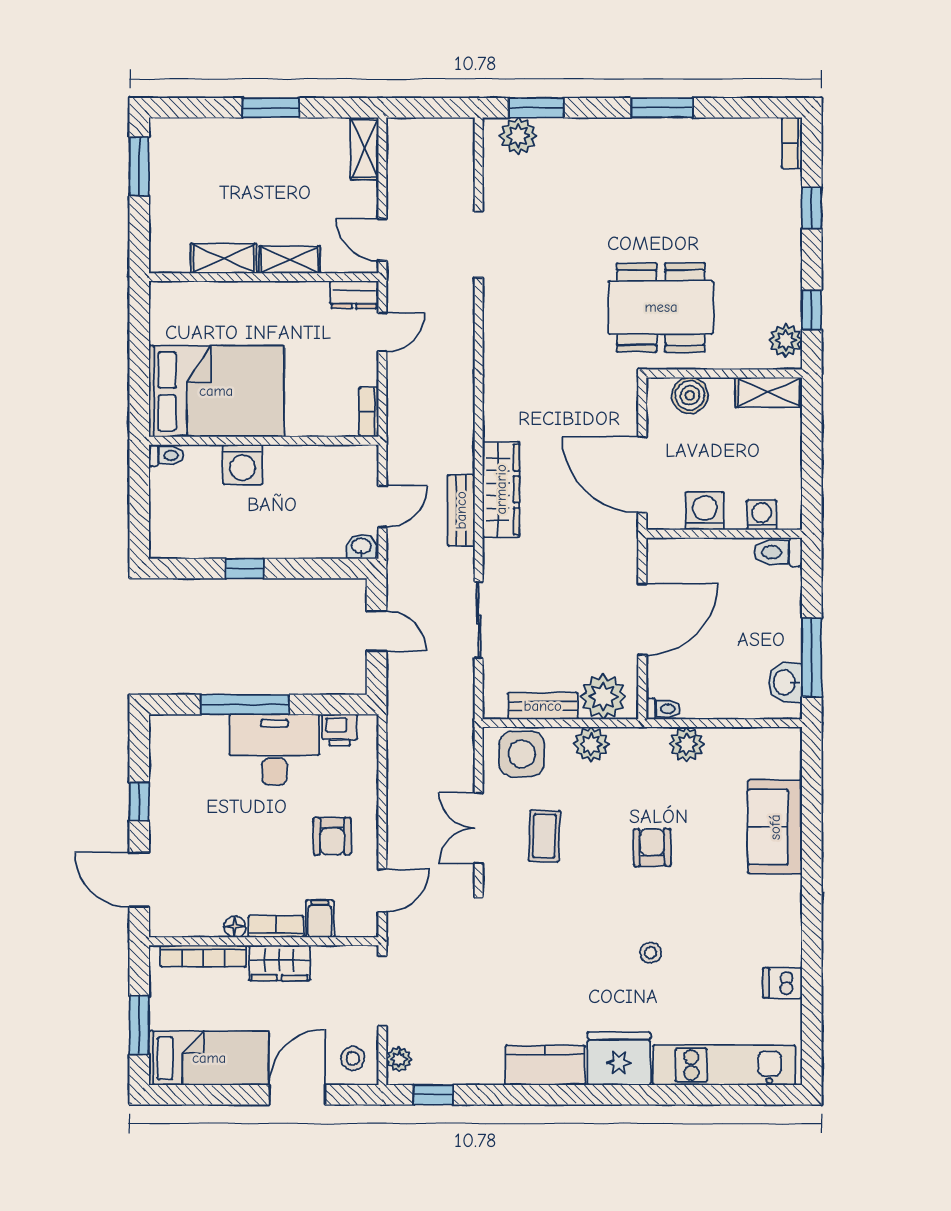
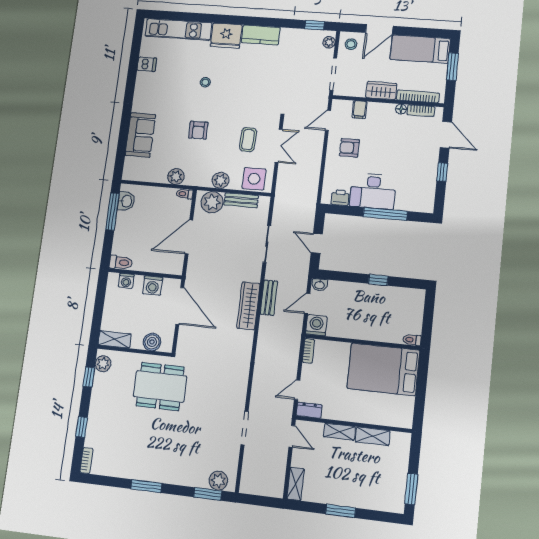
washing machine: (243, 464) -> (316, 325), moved
armchair: (332, 836) -> (349, 148), turned -90
bookcase: (276, 927) -> (421, 111), moved

